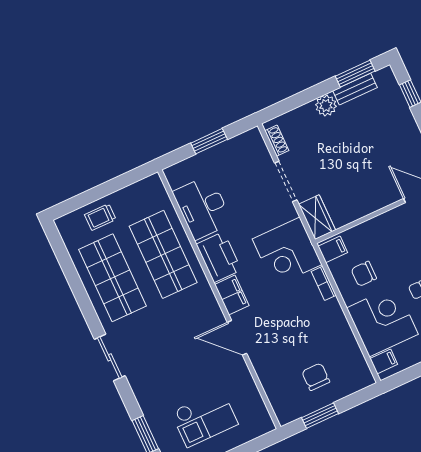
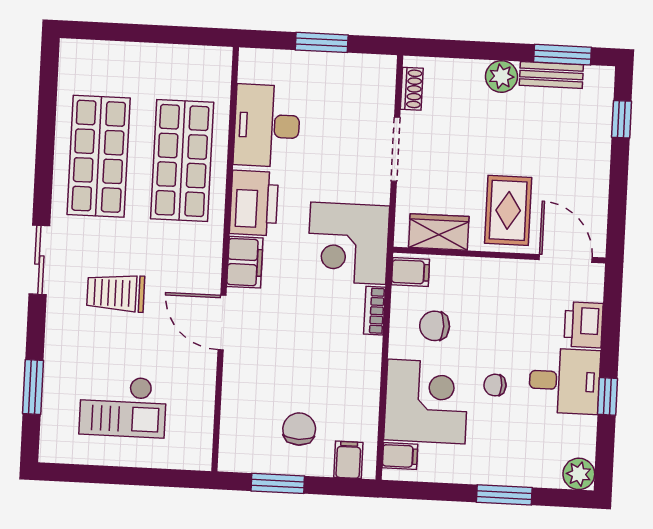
rug: (371, 183) -> (508, 210), added
trolley: (100, 217) -> (116, 293), moved, width x1.36, depth x1.39
wardrobe: (317, 217) -> (439, 232), moved, turned -90
filing cabinet: (354, 380) -> (348, 460), added

